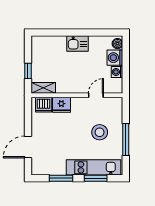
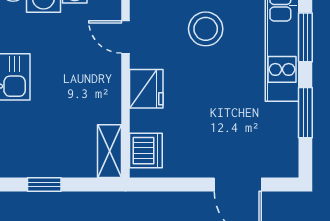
window: (28, 71) -> (44, 185), moved
fridge: (61, 105) -> (146, 89), moved

